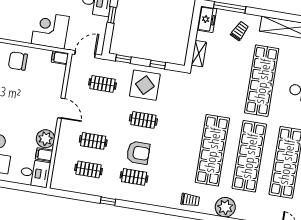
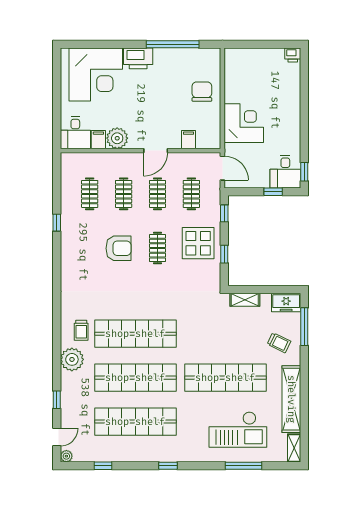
filing cabinet: (60, 58) -> (189, 140), moved
armchair: (138, 153) -> (119, 248), turned -90
clothes rail: (134, 177) -> (157, 194), moved
trolley: (190, 200) -> (81, 330), moved

